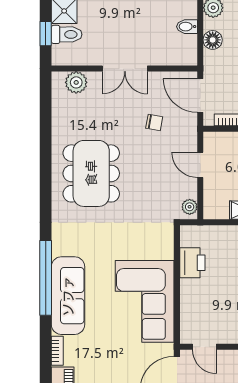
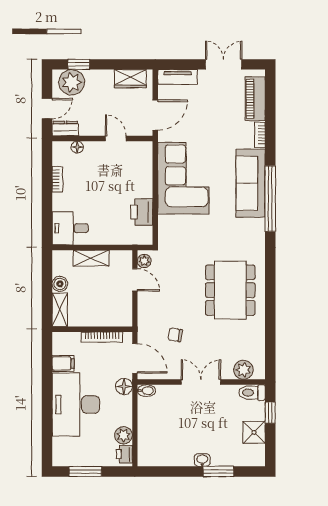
bidet: (187, 27) -> (146, 391), moved
toilet: (67, 34) -> (252, 393), moved
floor lamp: (213, 40) -> (124, 386), moved
door: (200, 165) -> (135, 280), moved
door: (204, 347) -> (116, 138), moved

